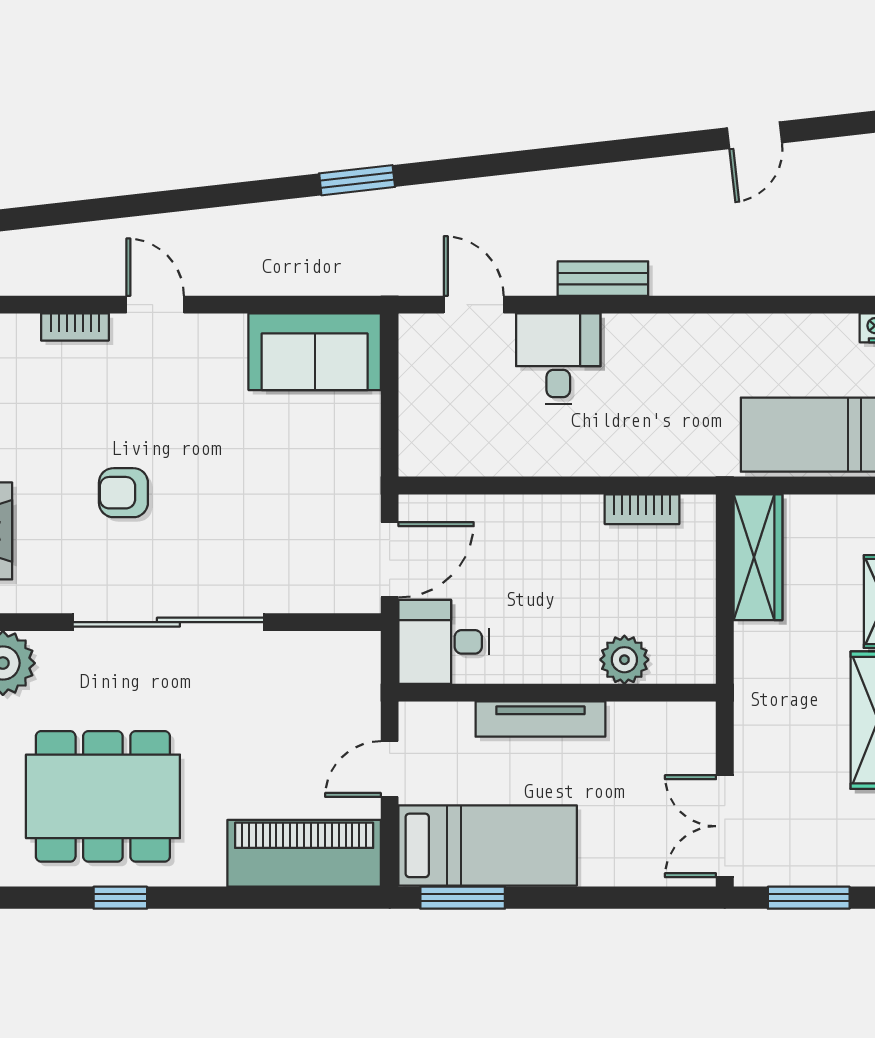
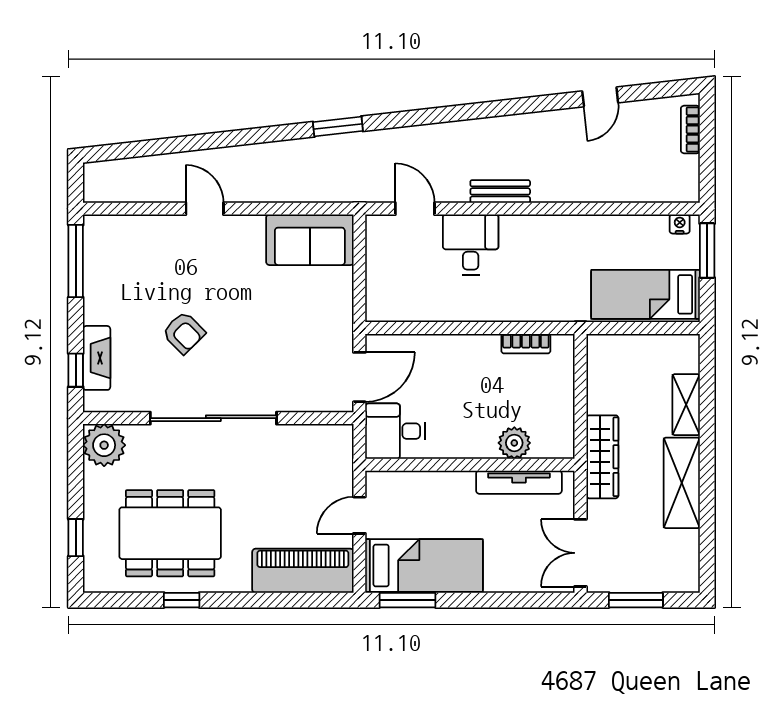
bookcase: (75, 327) -> (152, 223), removed
armchair: (123, 493) -> (184, 333), turned -135
wardrobe: (758, 557) -> (602, 457), moved
tv unit: (540, 719) -> (519, 482), moved

